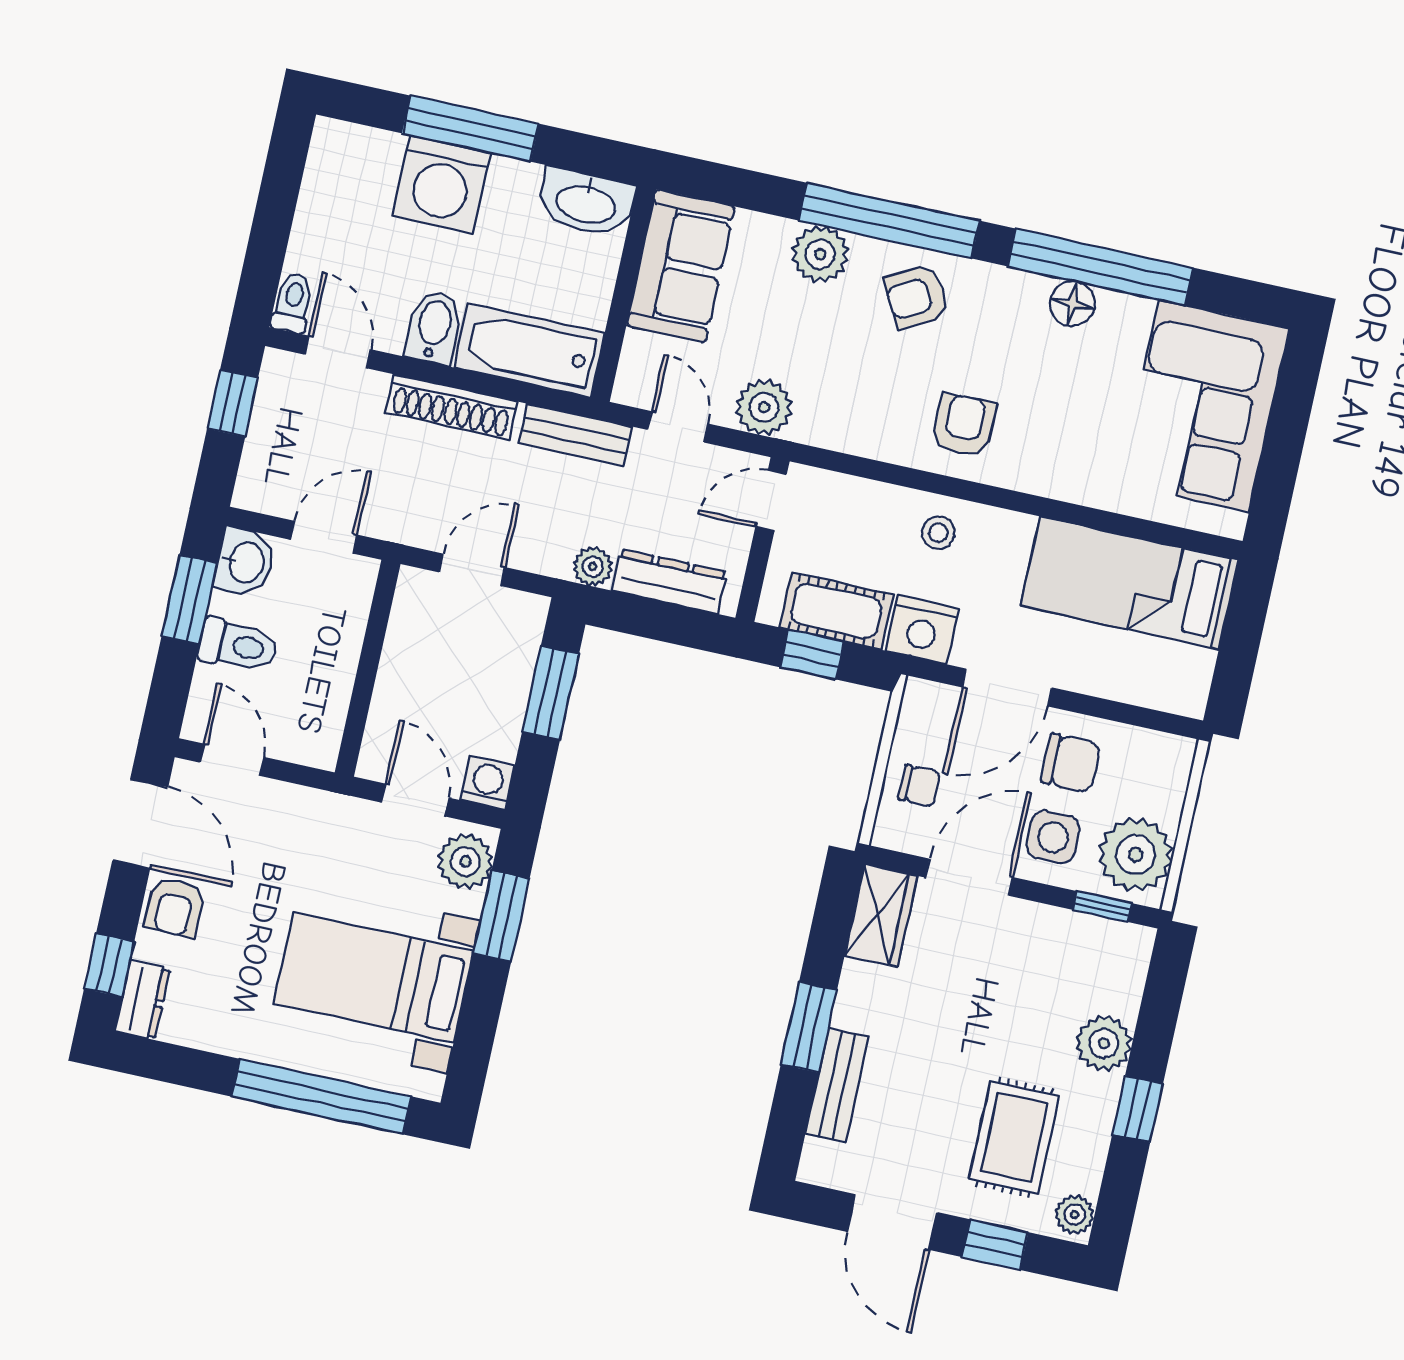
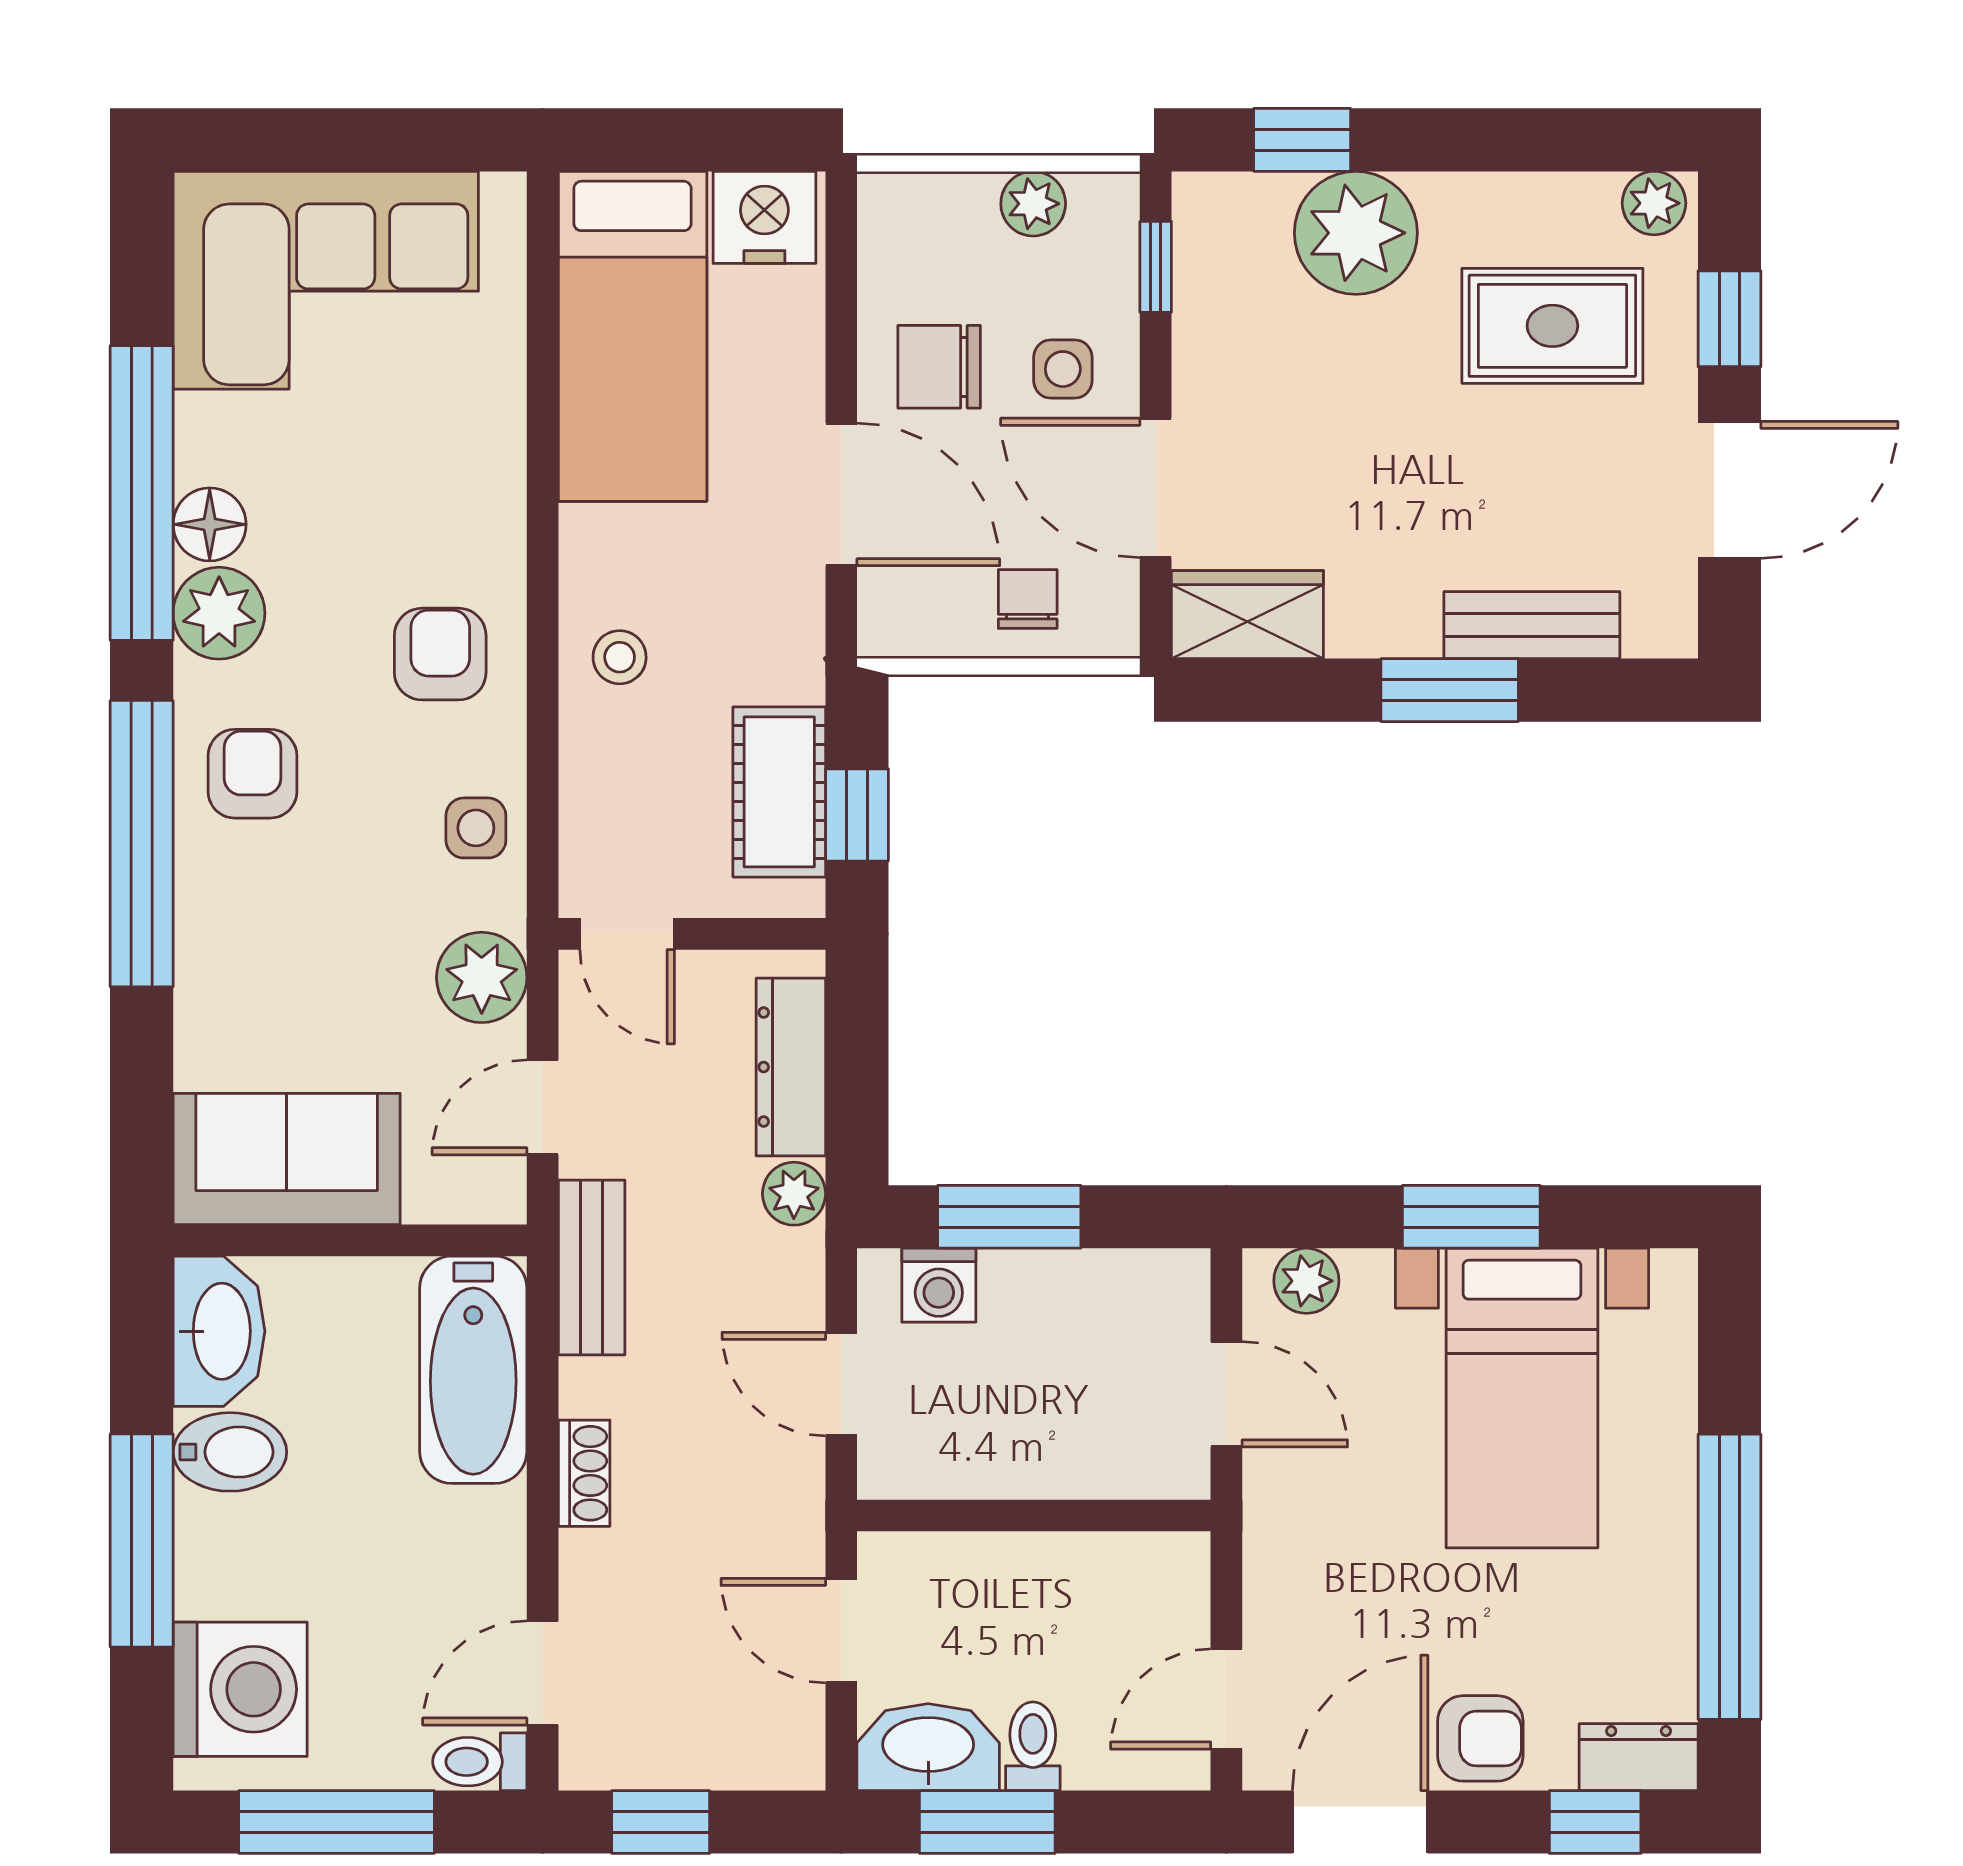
washing machine: (442, 184) -> (240, 1689), moved
window: (275, 208) -> (337, 1822), added
plant: (820, 254) -> (219, 613), moved
armchair: (917, 297) -> (252, 774), turned -151
bidet: (434, 327) -> (230, 1452), moved, turned 180
shoe rack: (452, 407) -> (584, 1473), width x0.51, depth x0.81
side table: (855, 424) -> (476, 828), added
armchair: (964, 425) -> (440, 654), turned 90
washbasin: (245, 562) -> (928, 1747), width x1.38
nightstand: (922, 630) -> (764, 217), moved, turned -90
toilet: (238, 645) -> (1033, 1746), width x0.73, depth x0.72
chair: (1071, 763) -> (939, 367), turned -90
washing machine: (488, 783) -> (939, 1285), moved, turned -90
door: (415, 800) -> (1226, 1394), swing flipped
side table: (1053, 837) -> (1063, 369), width x0.73, depth x0.73
plant: (1136, 855) -> (1033, 204), width x0.53, depth x0.53
plant: (465, 861) -> (1306, 1281), width x0.73, depth x0.73
window: (501, 916) -> (1471, 1217), moved
plant: (1104, 1043) -> (1356, 233), width x1.36, depth x1.36
window: (321, 1097) -> (1730, 1577), moved
window: (1138, 1109) -> (1302, 140), moved

